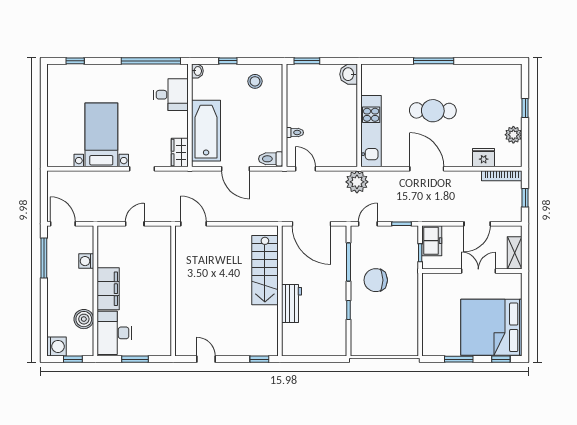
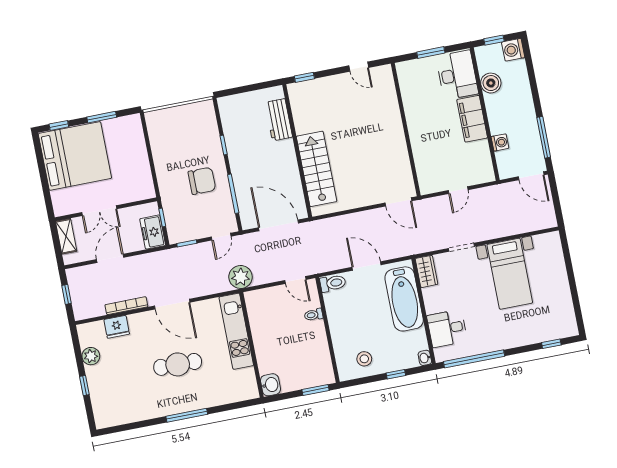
bookcase: (502, 176) -> (126, 306), moved
workbench: (292, 303) -> (279, 120), moved

